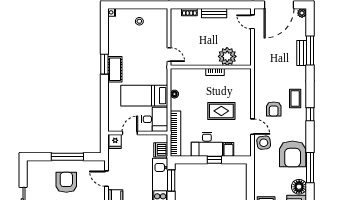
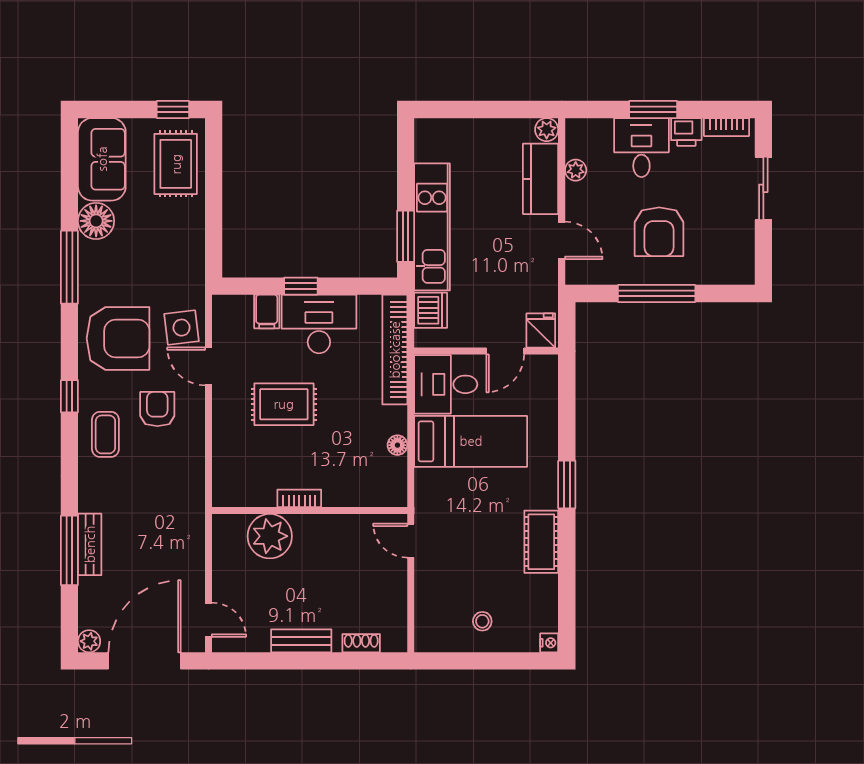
window: (104, 64) -> (567, 484), moved
cot: (115, 69) -> (541, 542), moved
armchair: (293, 154) -> (118, 338), moved, turned 90

